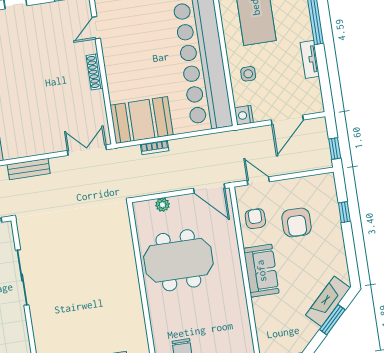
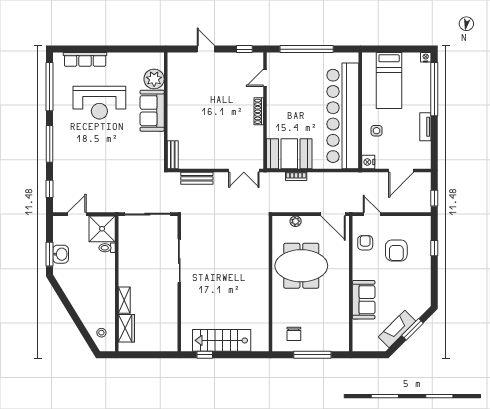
double door: (87, 150) -> (244, 171), swing flipped
sofa: (261, 271) -> (364, 300), moved
fireplace: (328, 301) -> (397, 329), moved

